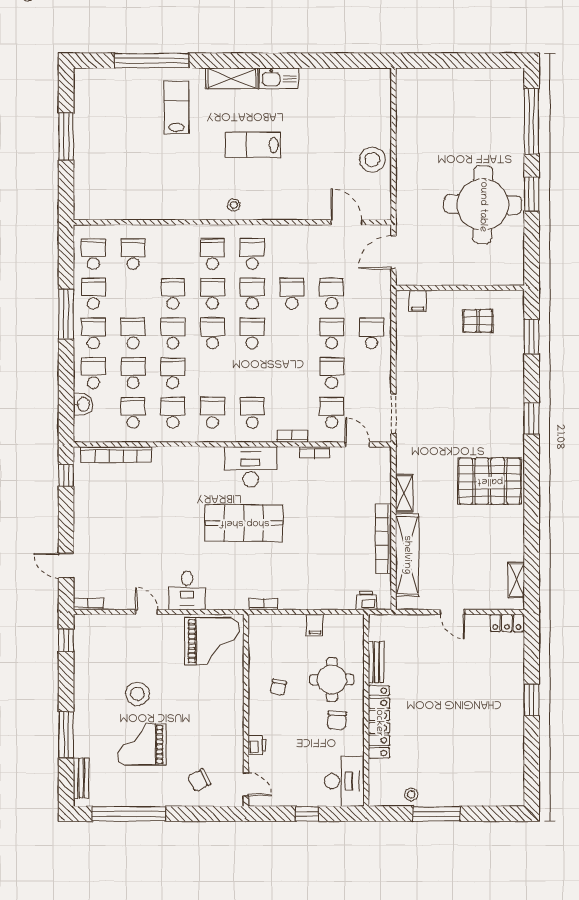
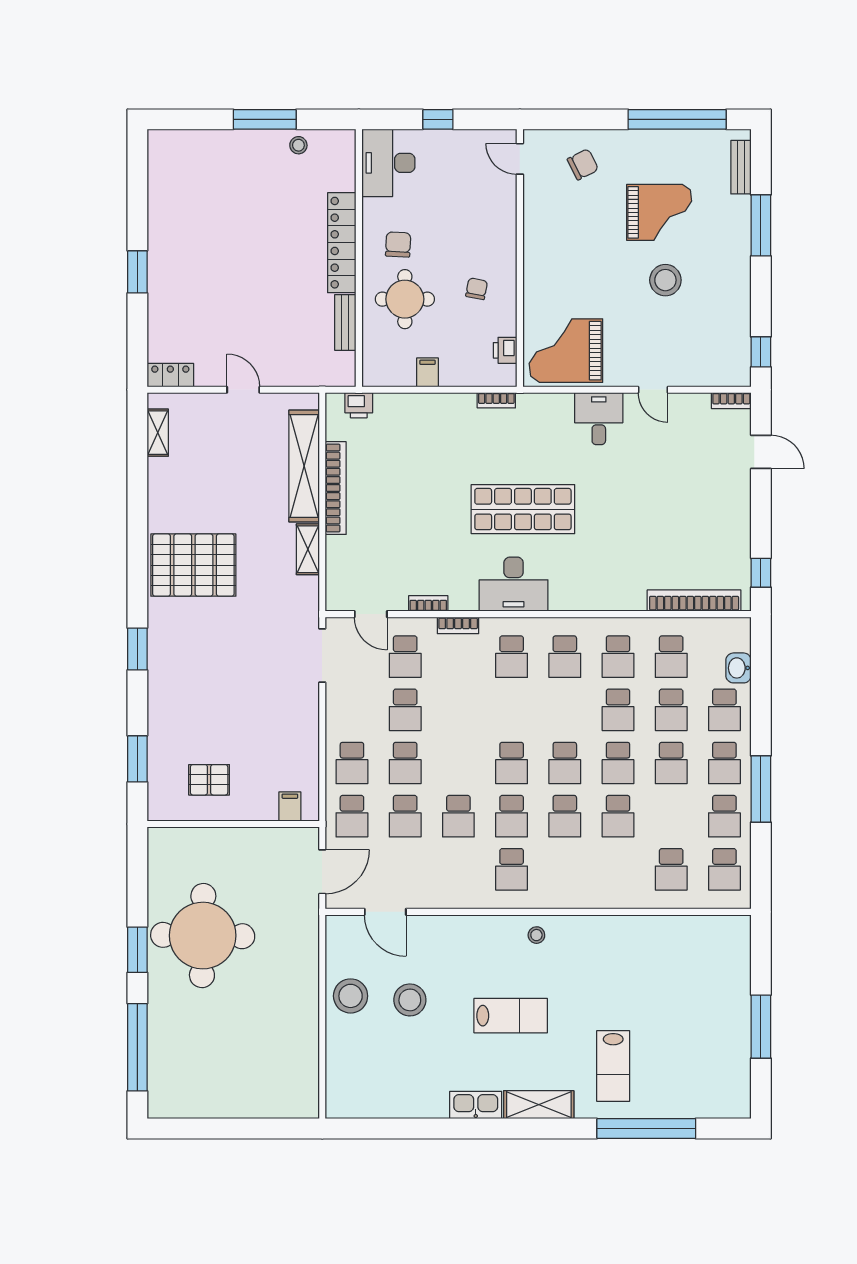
stool: (328, 157) -> (410, 1000), added
school desk: (213, 254) -> (352, 816), moved
printer: (257, 745) -> (505, 350), moved

